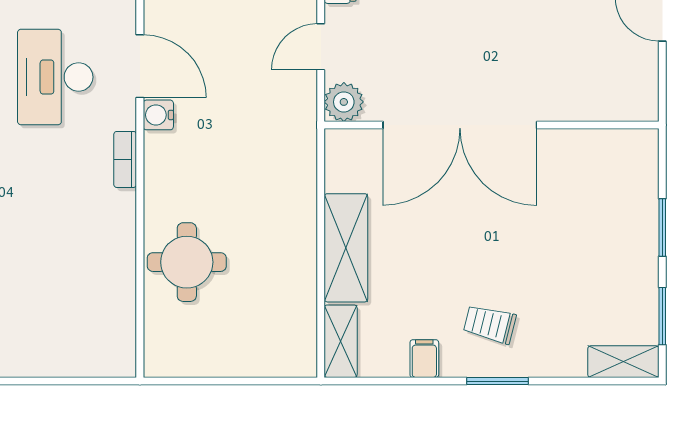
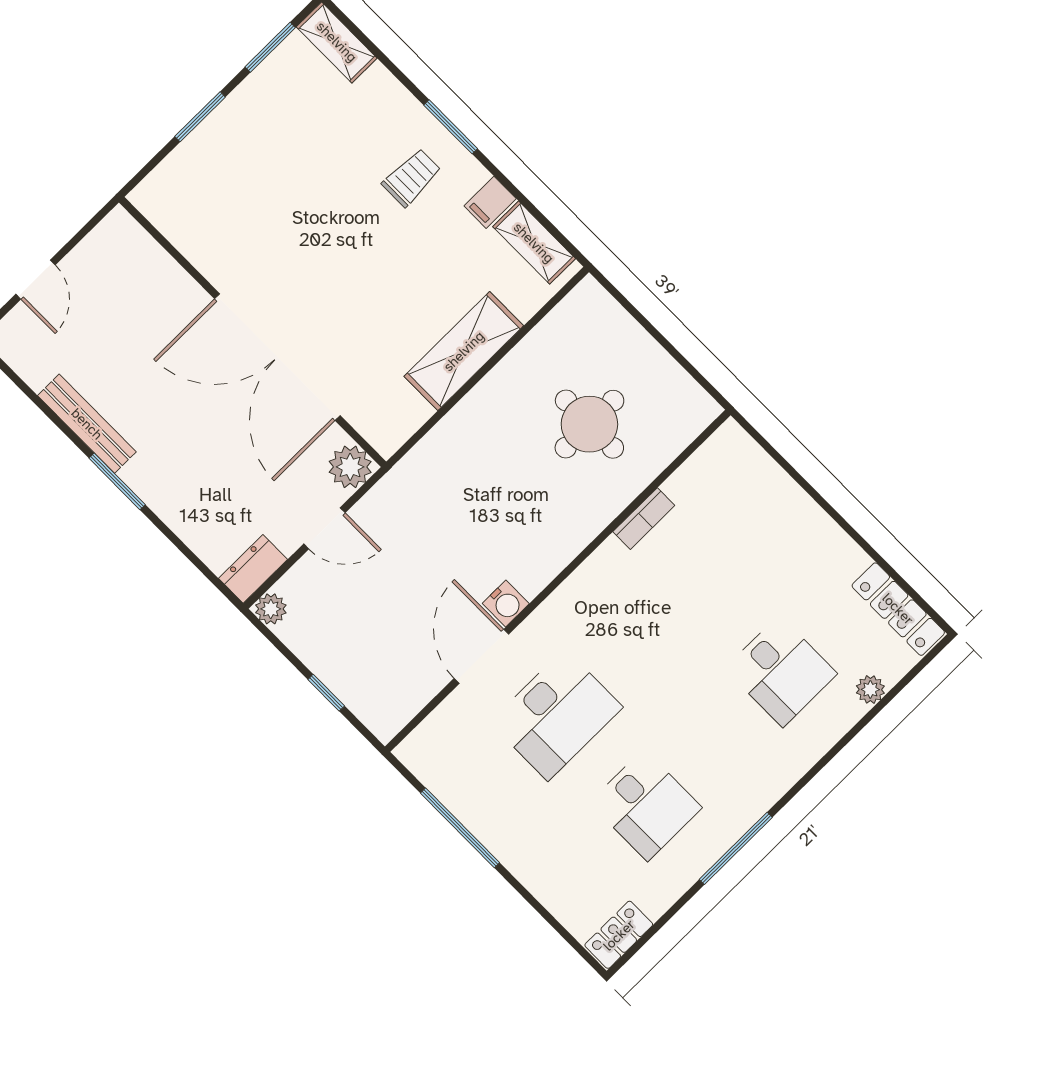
double door: (460, 125) -> (277, 357), swing flipped
bookcase: (125, 159) -> (644, 519), moved
round table: (187, 262) -> (589, 424), moved
trolley: (490, 324) -> (412, 178), turned -104
shelving: (341, 341) -> (534, 243), moved, turned 90

